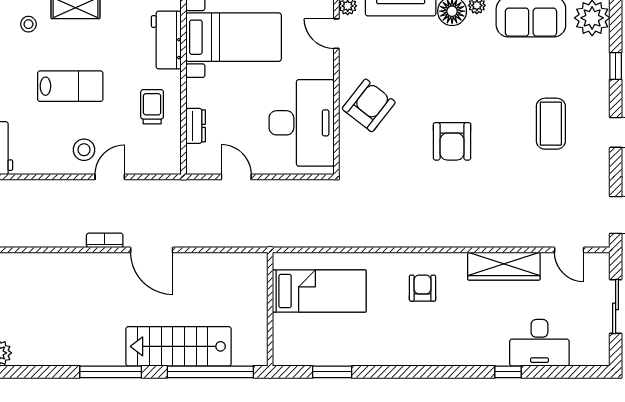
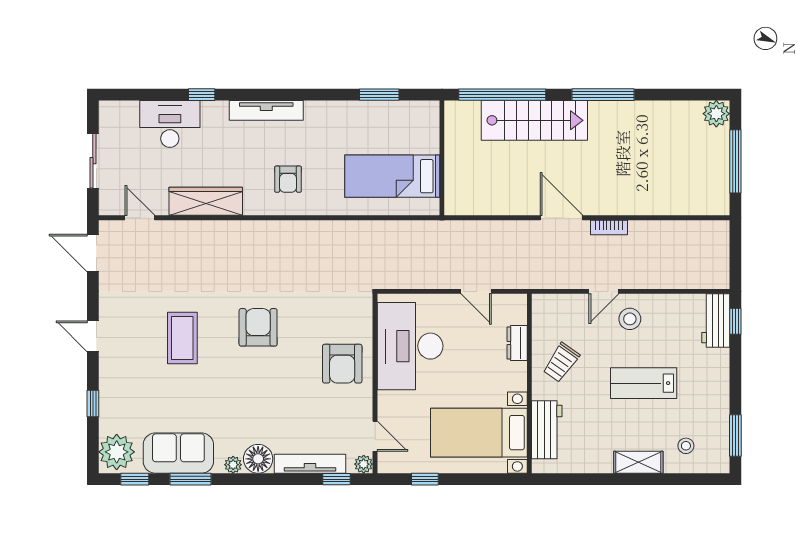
armchair: (369, 105) -> (342, 364), turned -38
trolley: (152, 107) -> (561, 362), turned 35
coffee table: (551, 124) -> (182, 338), moved
tv unit: (444, 356) -> (266, 110), added

